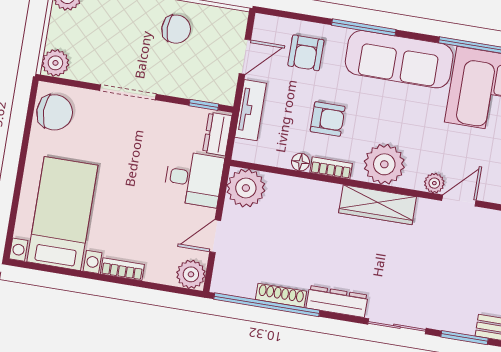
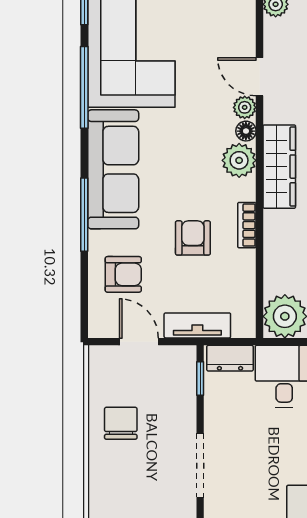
floor lamp: (300, 162) -> (246, 131), moved
plant: (384, 164) -> (239, 160), width x0.73, depth x0.73

